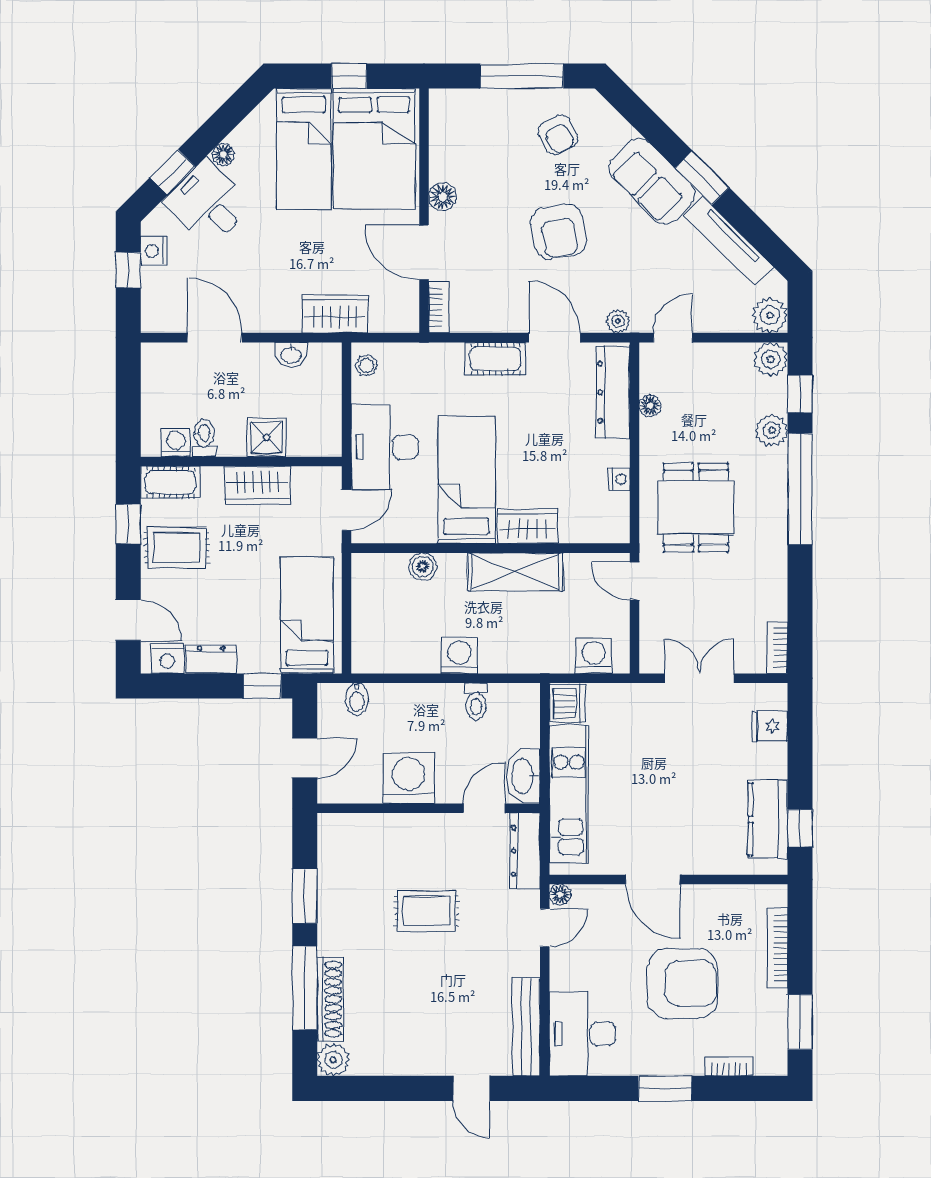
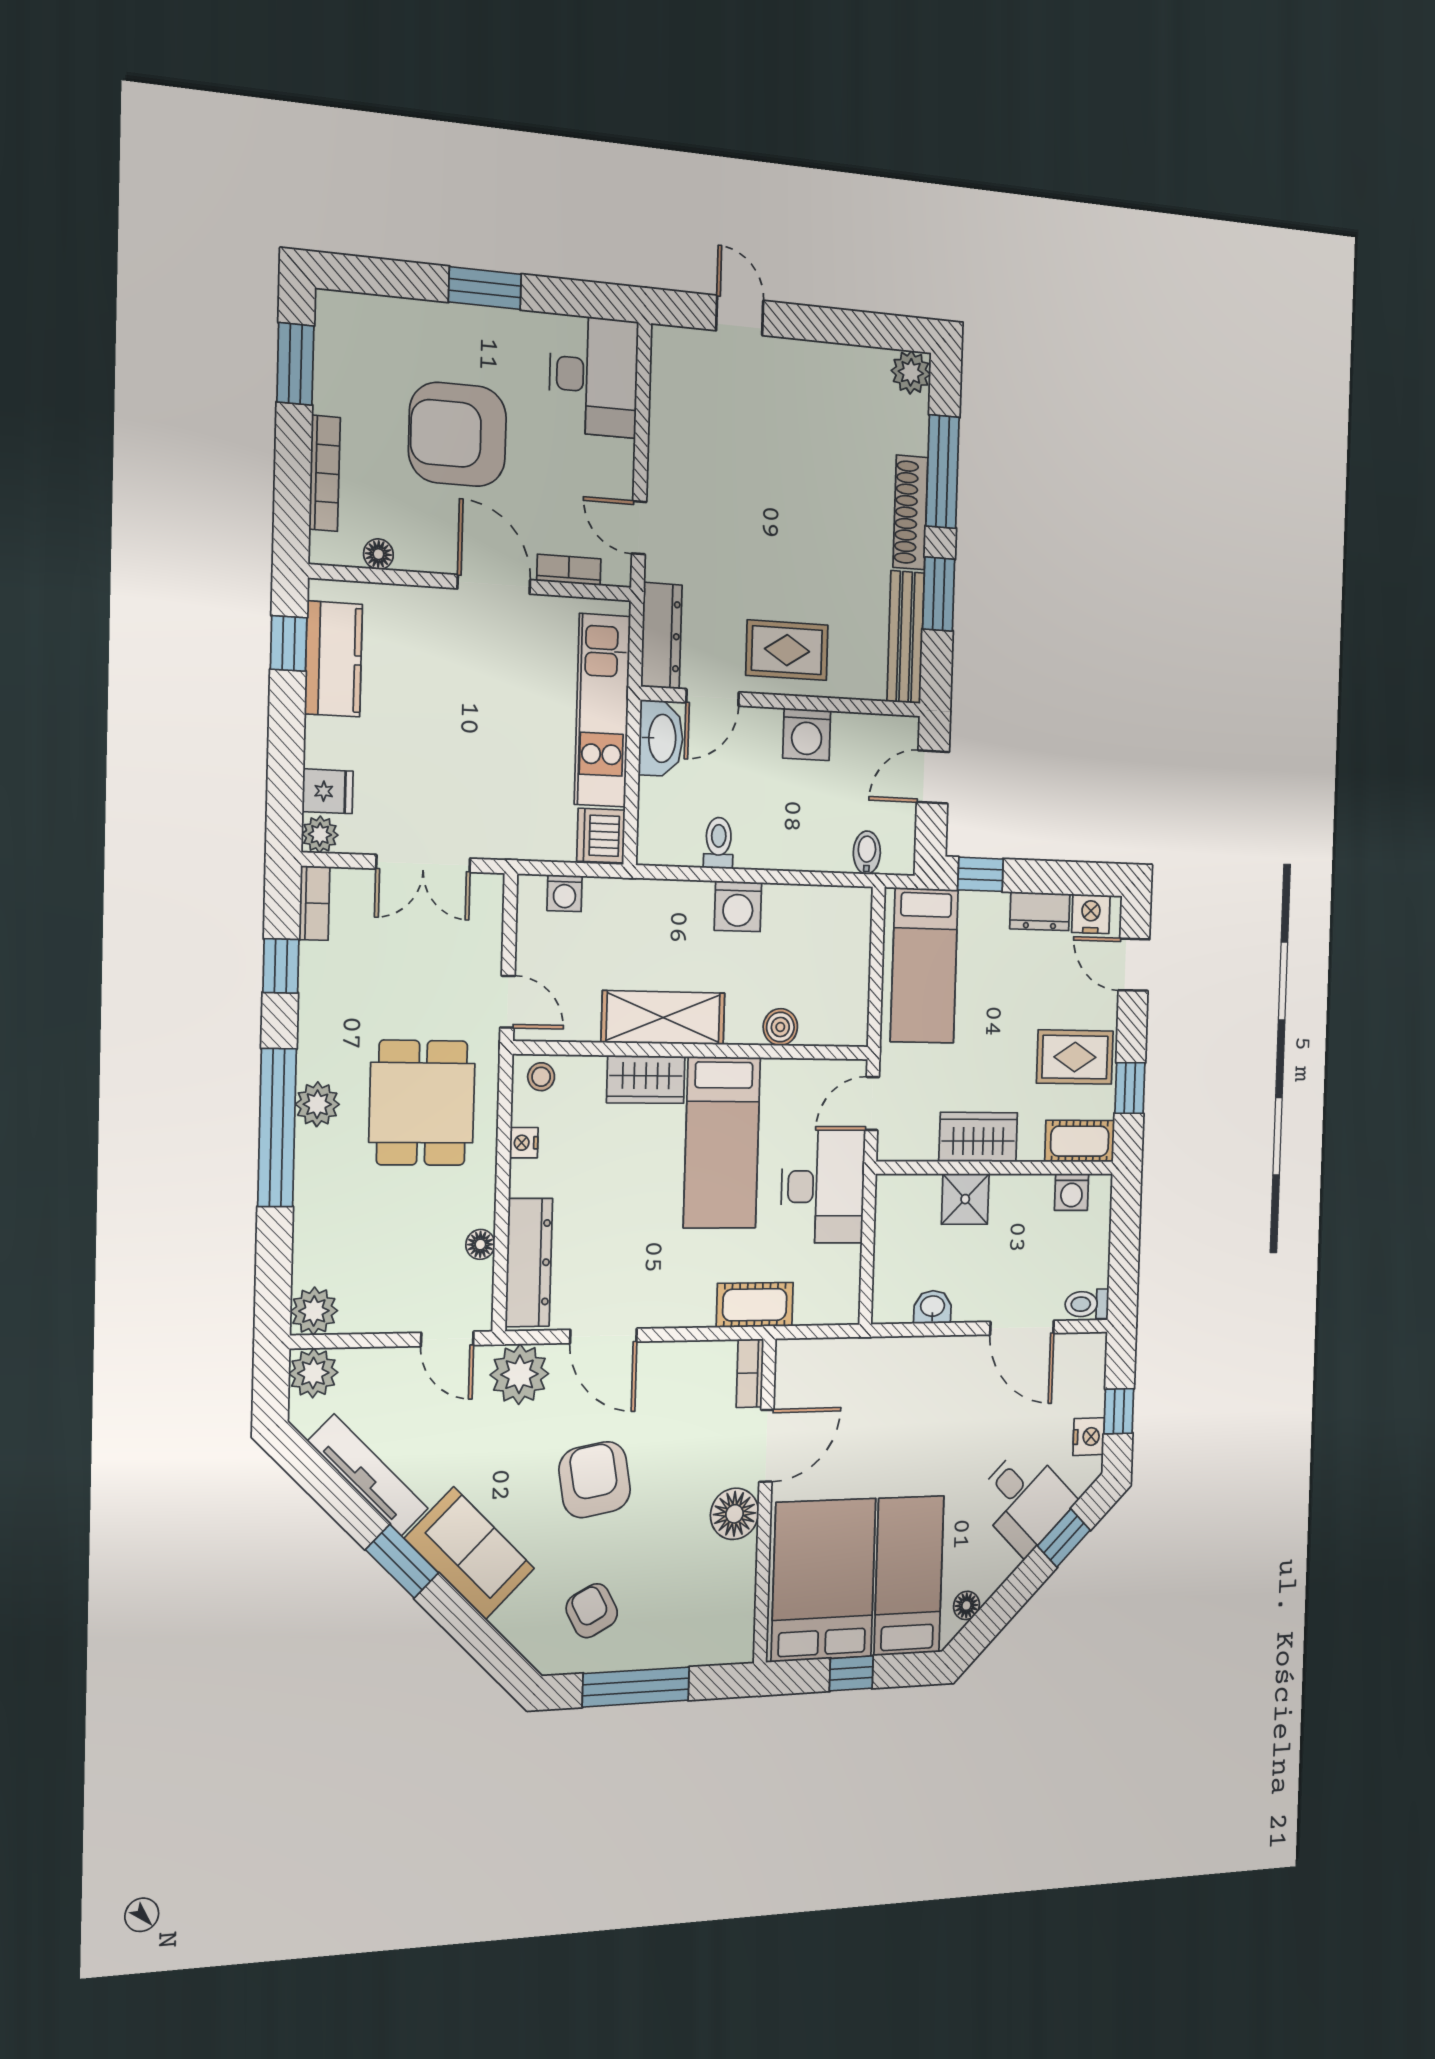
floor lamp: (223, 155) -> (966, 1605), moved
floor lamp: (443, 197) -> (735, 1514), width x1.38, depth x1.38
door: (424, 252) -> (766, 1446), hinge flipped
wardrobe: (335, 314) -> (878, 1361), removed
plant: (618, 321) -> (519, 1374), width x1.88, depth x1.88
door: (673, 338) -> (447, 1339), hinge flipped
cot: (495, 359) -> (755, 1305), moved
stool: (366, 366) -> (541, 1077), moved
window: (800, 394) -> (281, 966), moved
plant: (772, 430) -> (317, 1104), moved
toilet: (204, 438) -> (1087, 1304), moved, turned 90
washing machine: (594, 656) -> (565, 893), width x0.73, depth x0.73
plant: (775, 696) -> (320, 834), added
washing machine: (409, 778) -> (807, 734), width x0.73, depth x0.73
floor lamp: (560, 895) -> (378, 554), moved
rug: (427, 911) -> (787, 650), moved
door: (545, 928) -> (639, 528), hinge flipped
shoe rack: (330, 999) -> (910, 512), moved
bench: (526, 1027) -> (906, 637), moved
bookcase: (729, 1066) -> (569, 570), moved, turned 180

